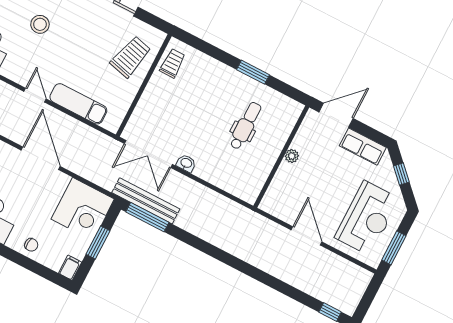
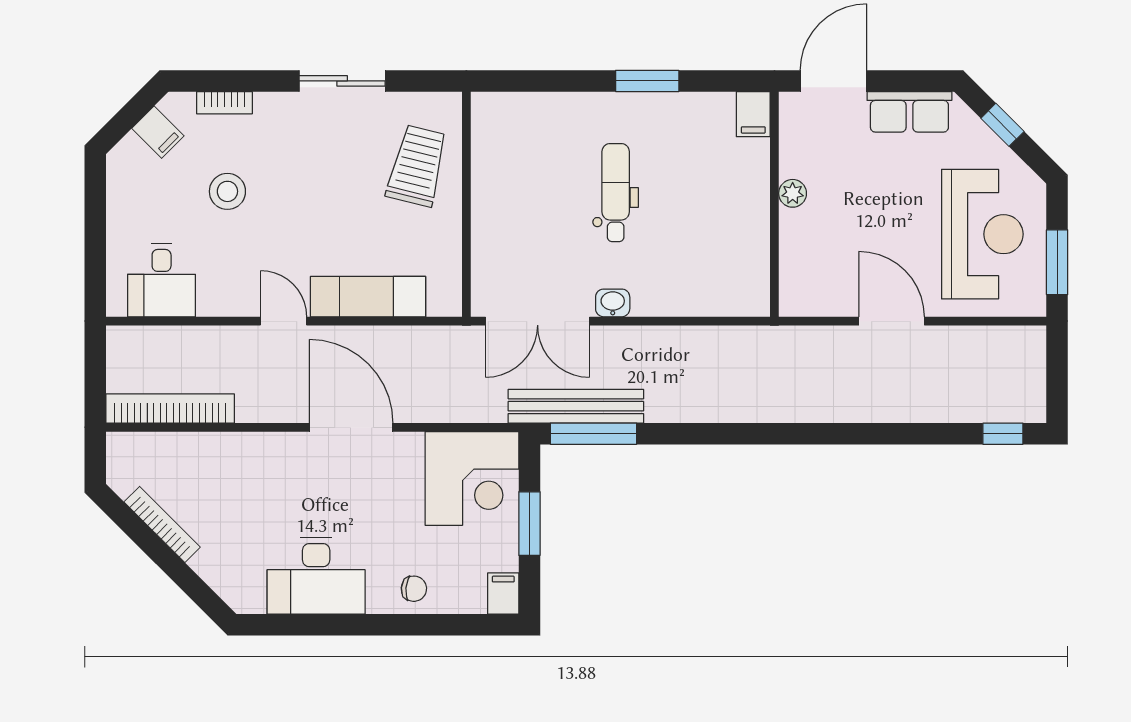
trolley: (173, 63) -> (497, 139), removed
filing cabinet: (293, 112) -> (753, 114), added
dental chair: (245, 126) -> (616, 193), moved

